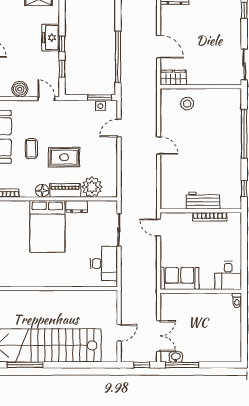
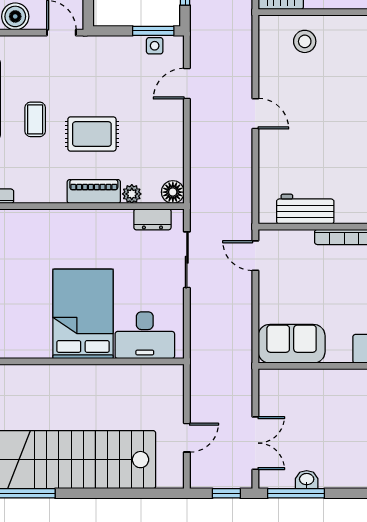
plant: (92, 187) -> (132, 194), width x0.53, depth x0.53
floor lamp: (42, 191) -> (173, 192), moved
workbench: (203, 201) -> (305, 209), moved
dresser: (77, 207) -> (152, 219), moved
bed: (47, 226) -> (83, 314), moved, turned 180
desk: (104, 264) -> (145, 335), moved, turned 90
washbasin: (176, 357) -> (307, 480), moved

